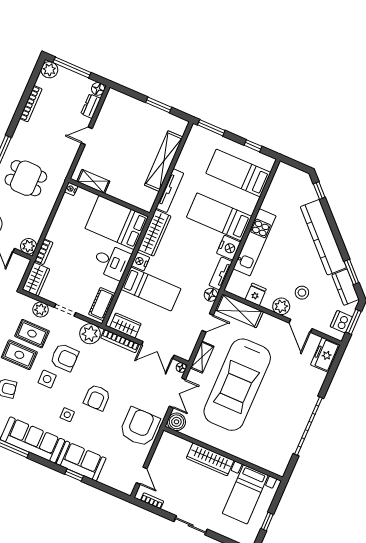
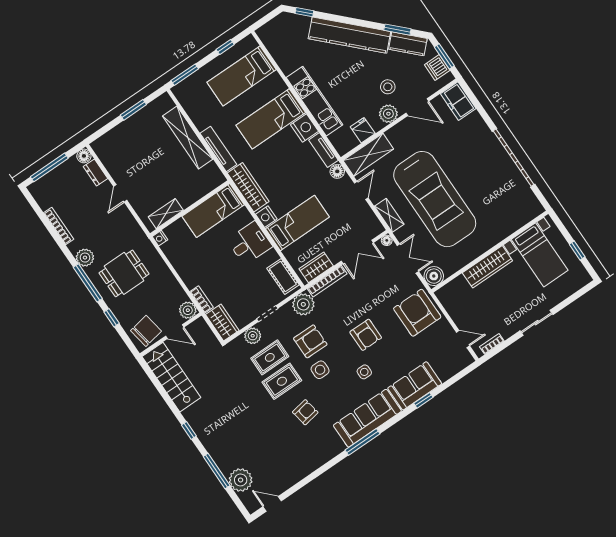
plant: (49, 70) -> (85, 258), moved
bed: (117, 222) -> (213, 210), width x0.67

